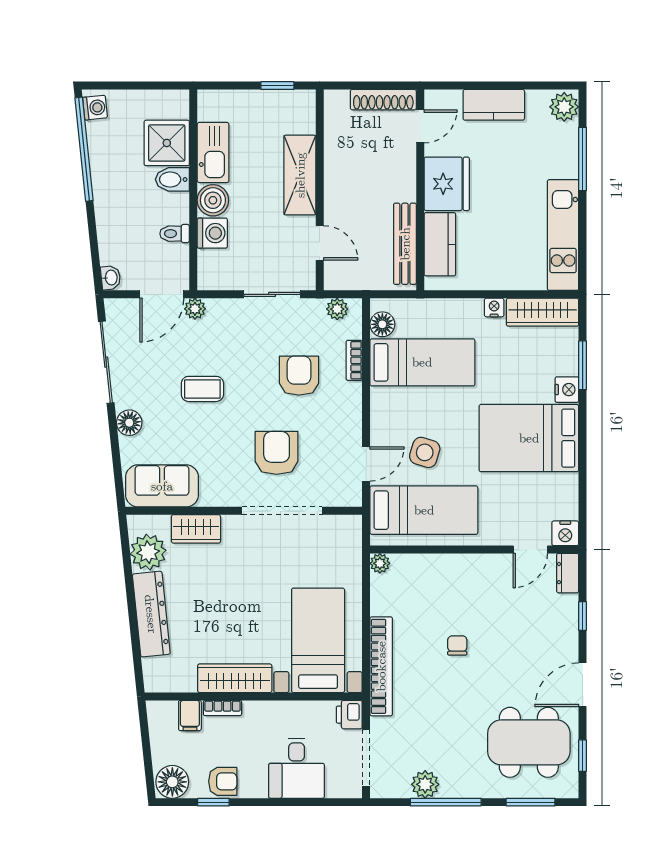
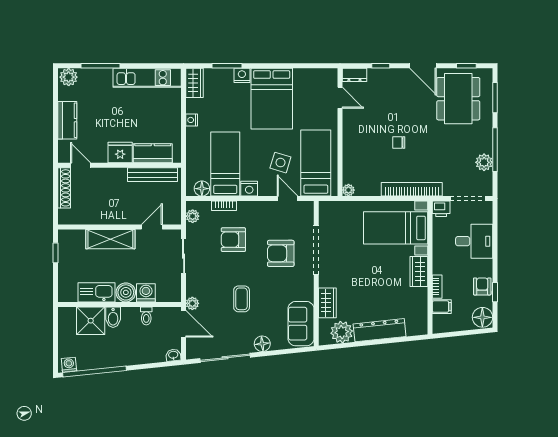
fridge: (447, 184) -> (120, 153), width x0.73, depth x0.75
wardrobe: (543, 312) -> (194, 83), width x0.67
nightstand: (565, 533) -> (249, 189), moved, turned 90
wardrobe: (235, 678) -> (419, 271), width x0.67

